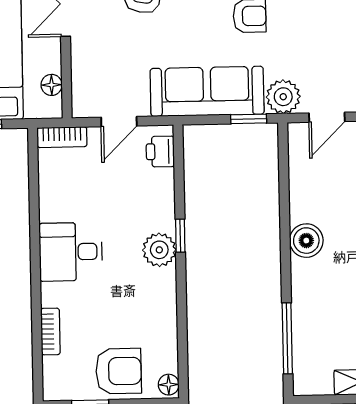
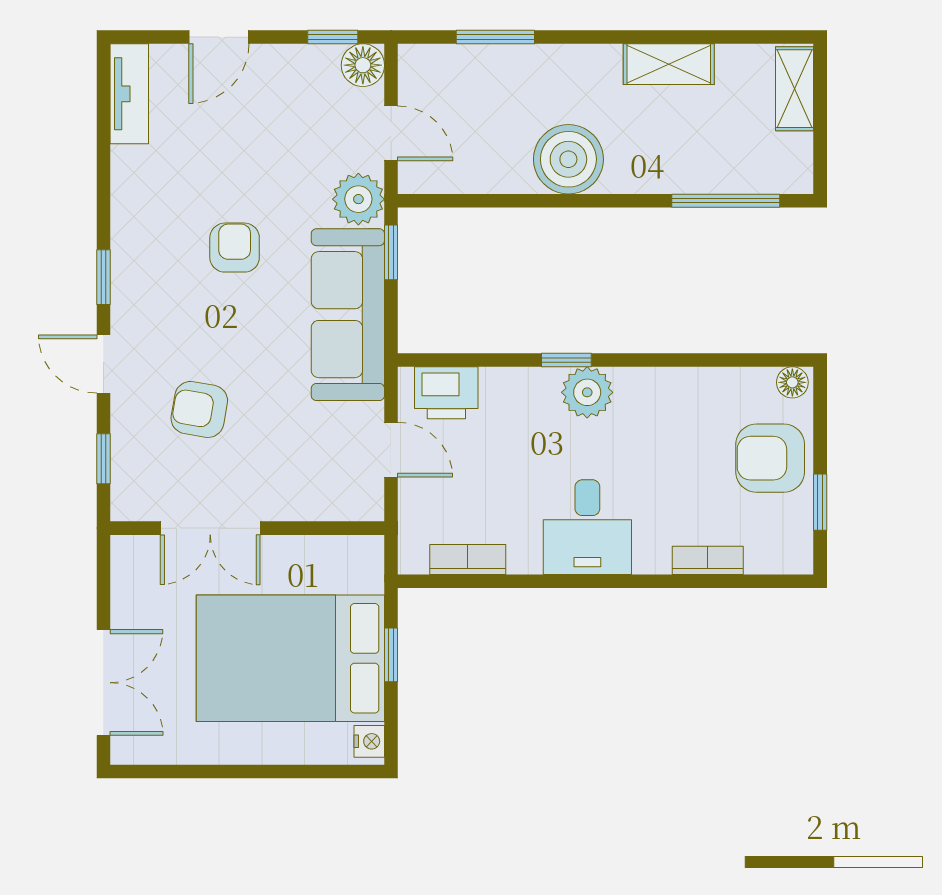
floor lamp: (52, 85) -> (333, 551), removed
bookcase: (62, 137) -> (468, 559), moved, turned -90
printer: (160, 152) -> (446, 393), width x1.36, depth x1.24
boiler: (306, 241) -> (568, 159), width x1.37, depth x1.37
armchair: (119, 371) -> (770, 458), turned -90

